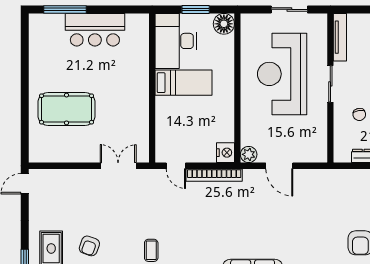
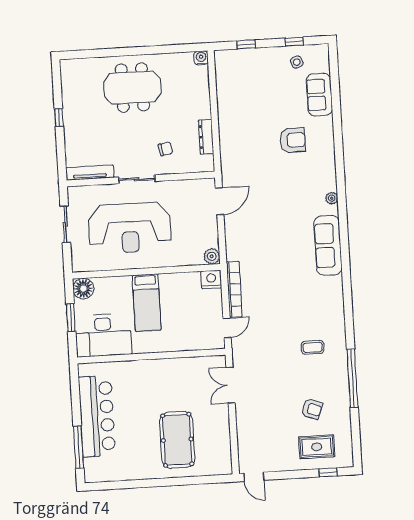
bar counter: (95, 30) -> (97, 416), width x1.36
bed: (184, 83) -> (147, 303), moved, turned 180
door: (279, 166) -> (220, 201), moved

